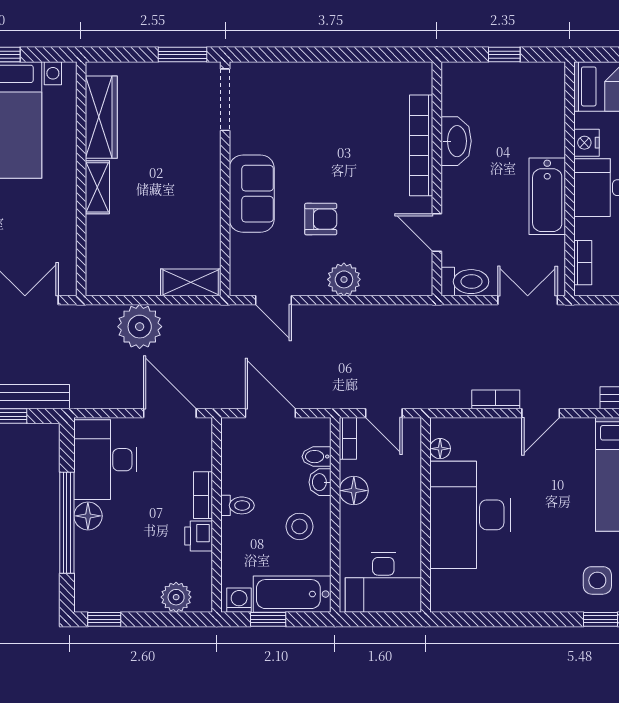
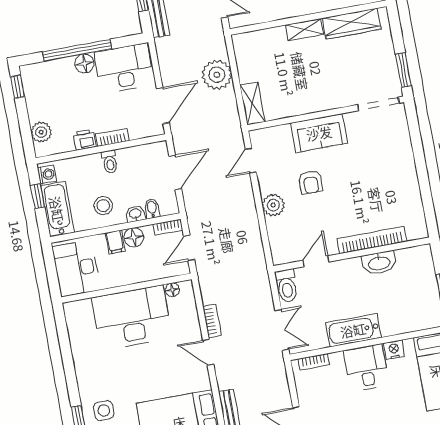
filing cabinet: (355, 519) -> (115, 242), added

